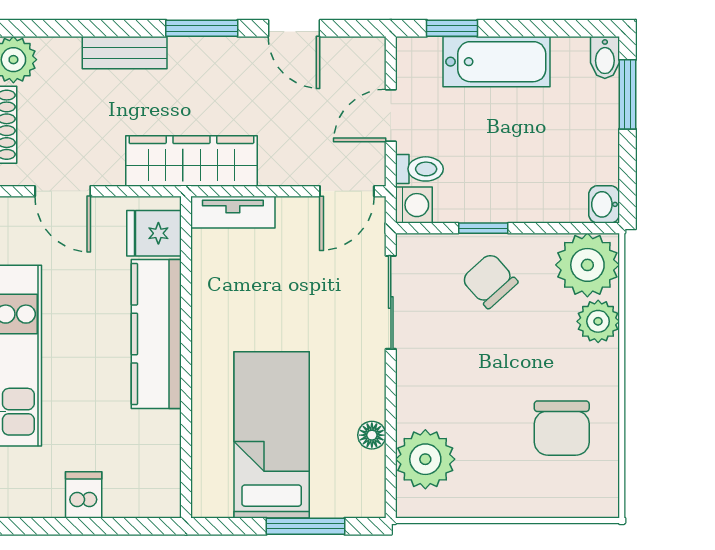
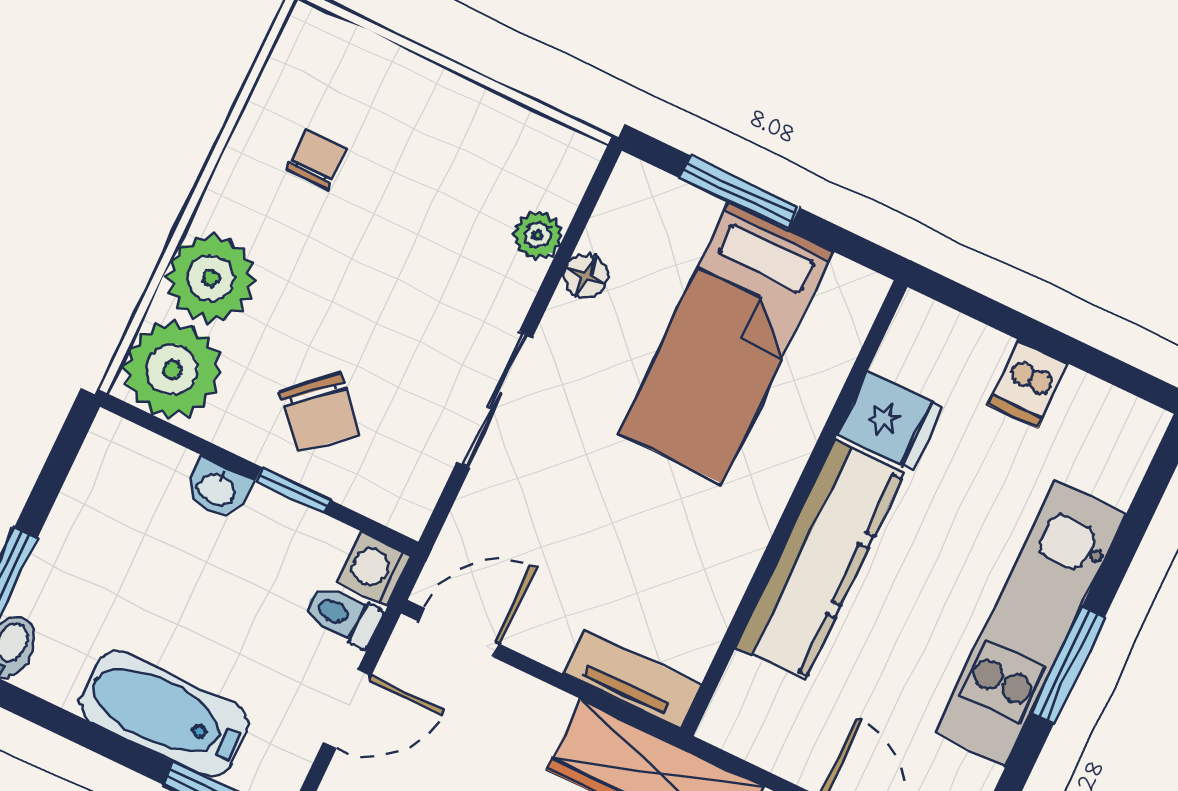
washbasin: (604, 204) -> (217, 489), moved, turned 90
fridge: (154, 233) -> (890, 421), moved
sliding door: (391, 302) -> (495, 400), moved
plant: (598, 321) -> (211, 278), width x1.36, depth x1.36
chair: (562, 428) -> (317, 159), width x0.54, depth x0.54
plant: (425, 459) -> (538, 235), width x0.53, depth x0.53

